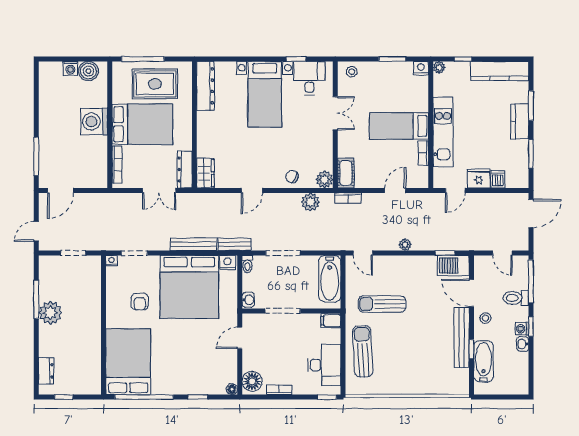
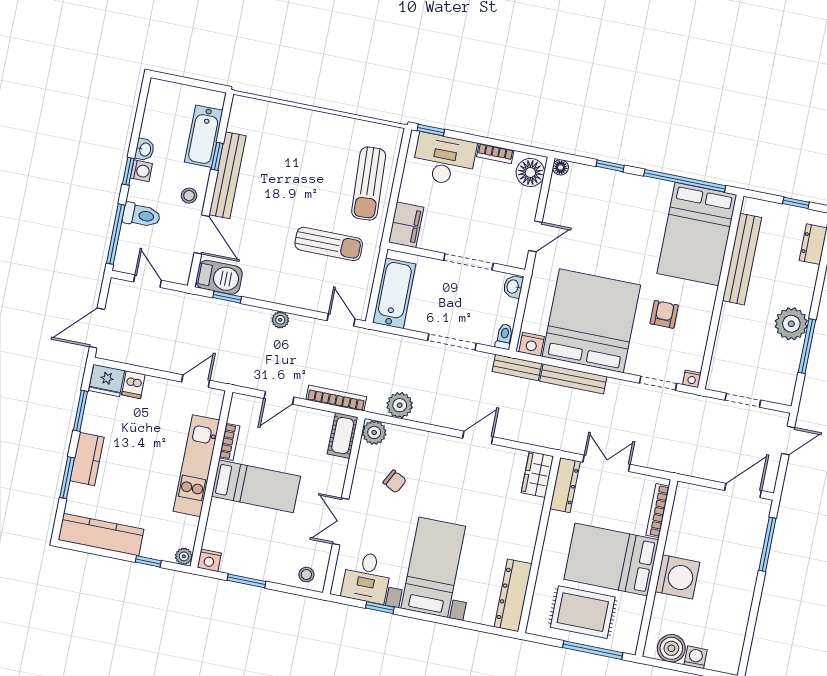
chair: (292, 177) -> (395, 481), moved
fridge: (479, 179) -> (107, 380), moved
bookcase: (348, 198) -> (336, 398), width x1.56
filing cabinet: (331, 321) -> (406, 225), width x2.00
bench: (93, 351) -> (742, 259), added
desk: (324, 365) -> (444, 160), moved, turned 90

